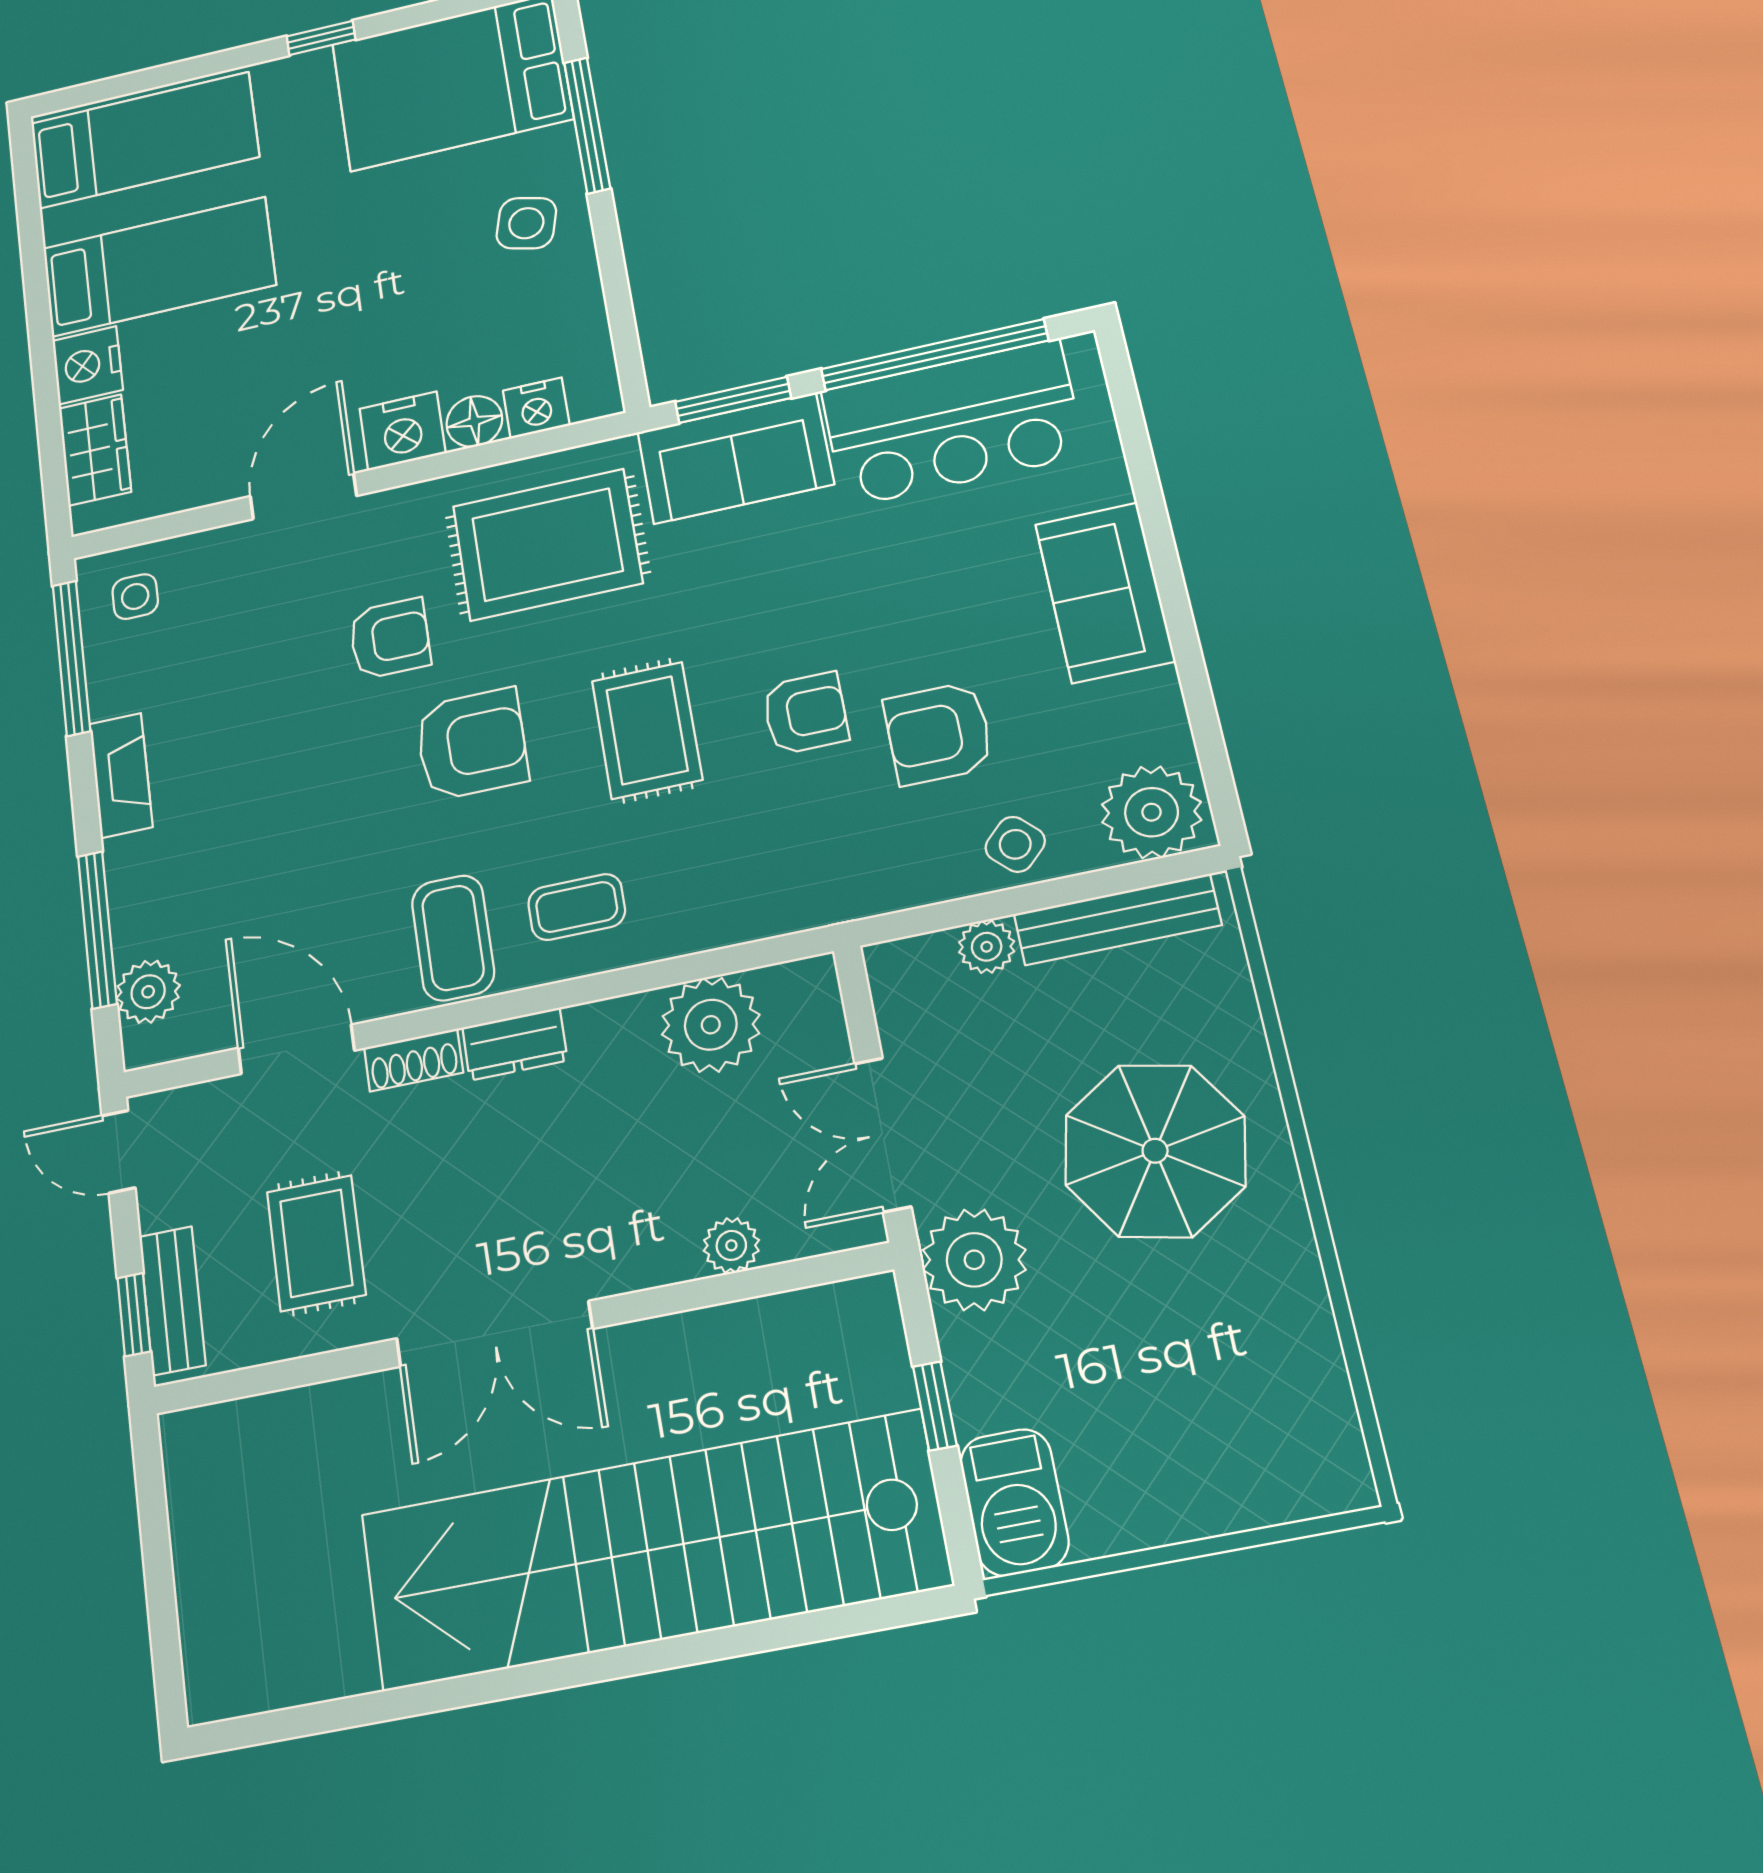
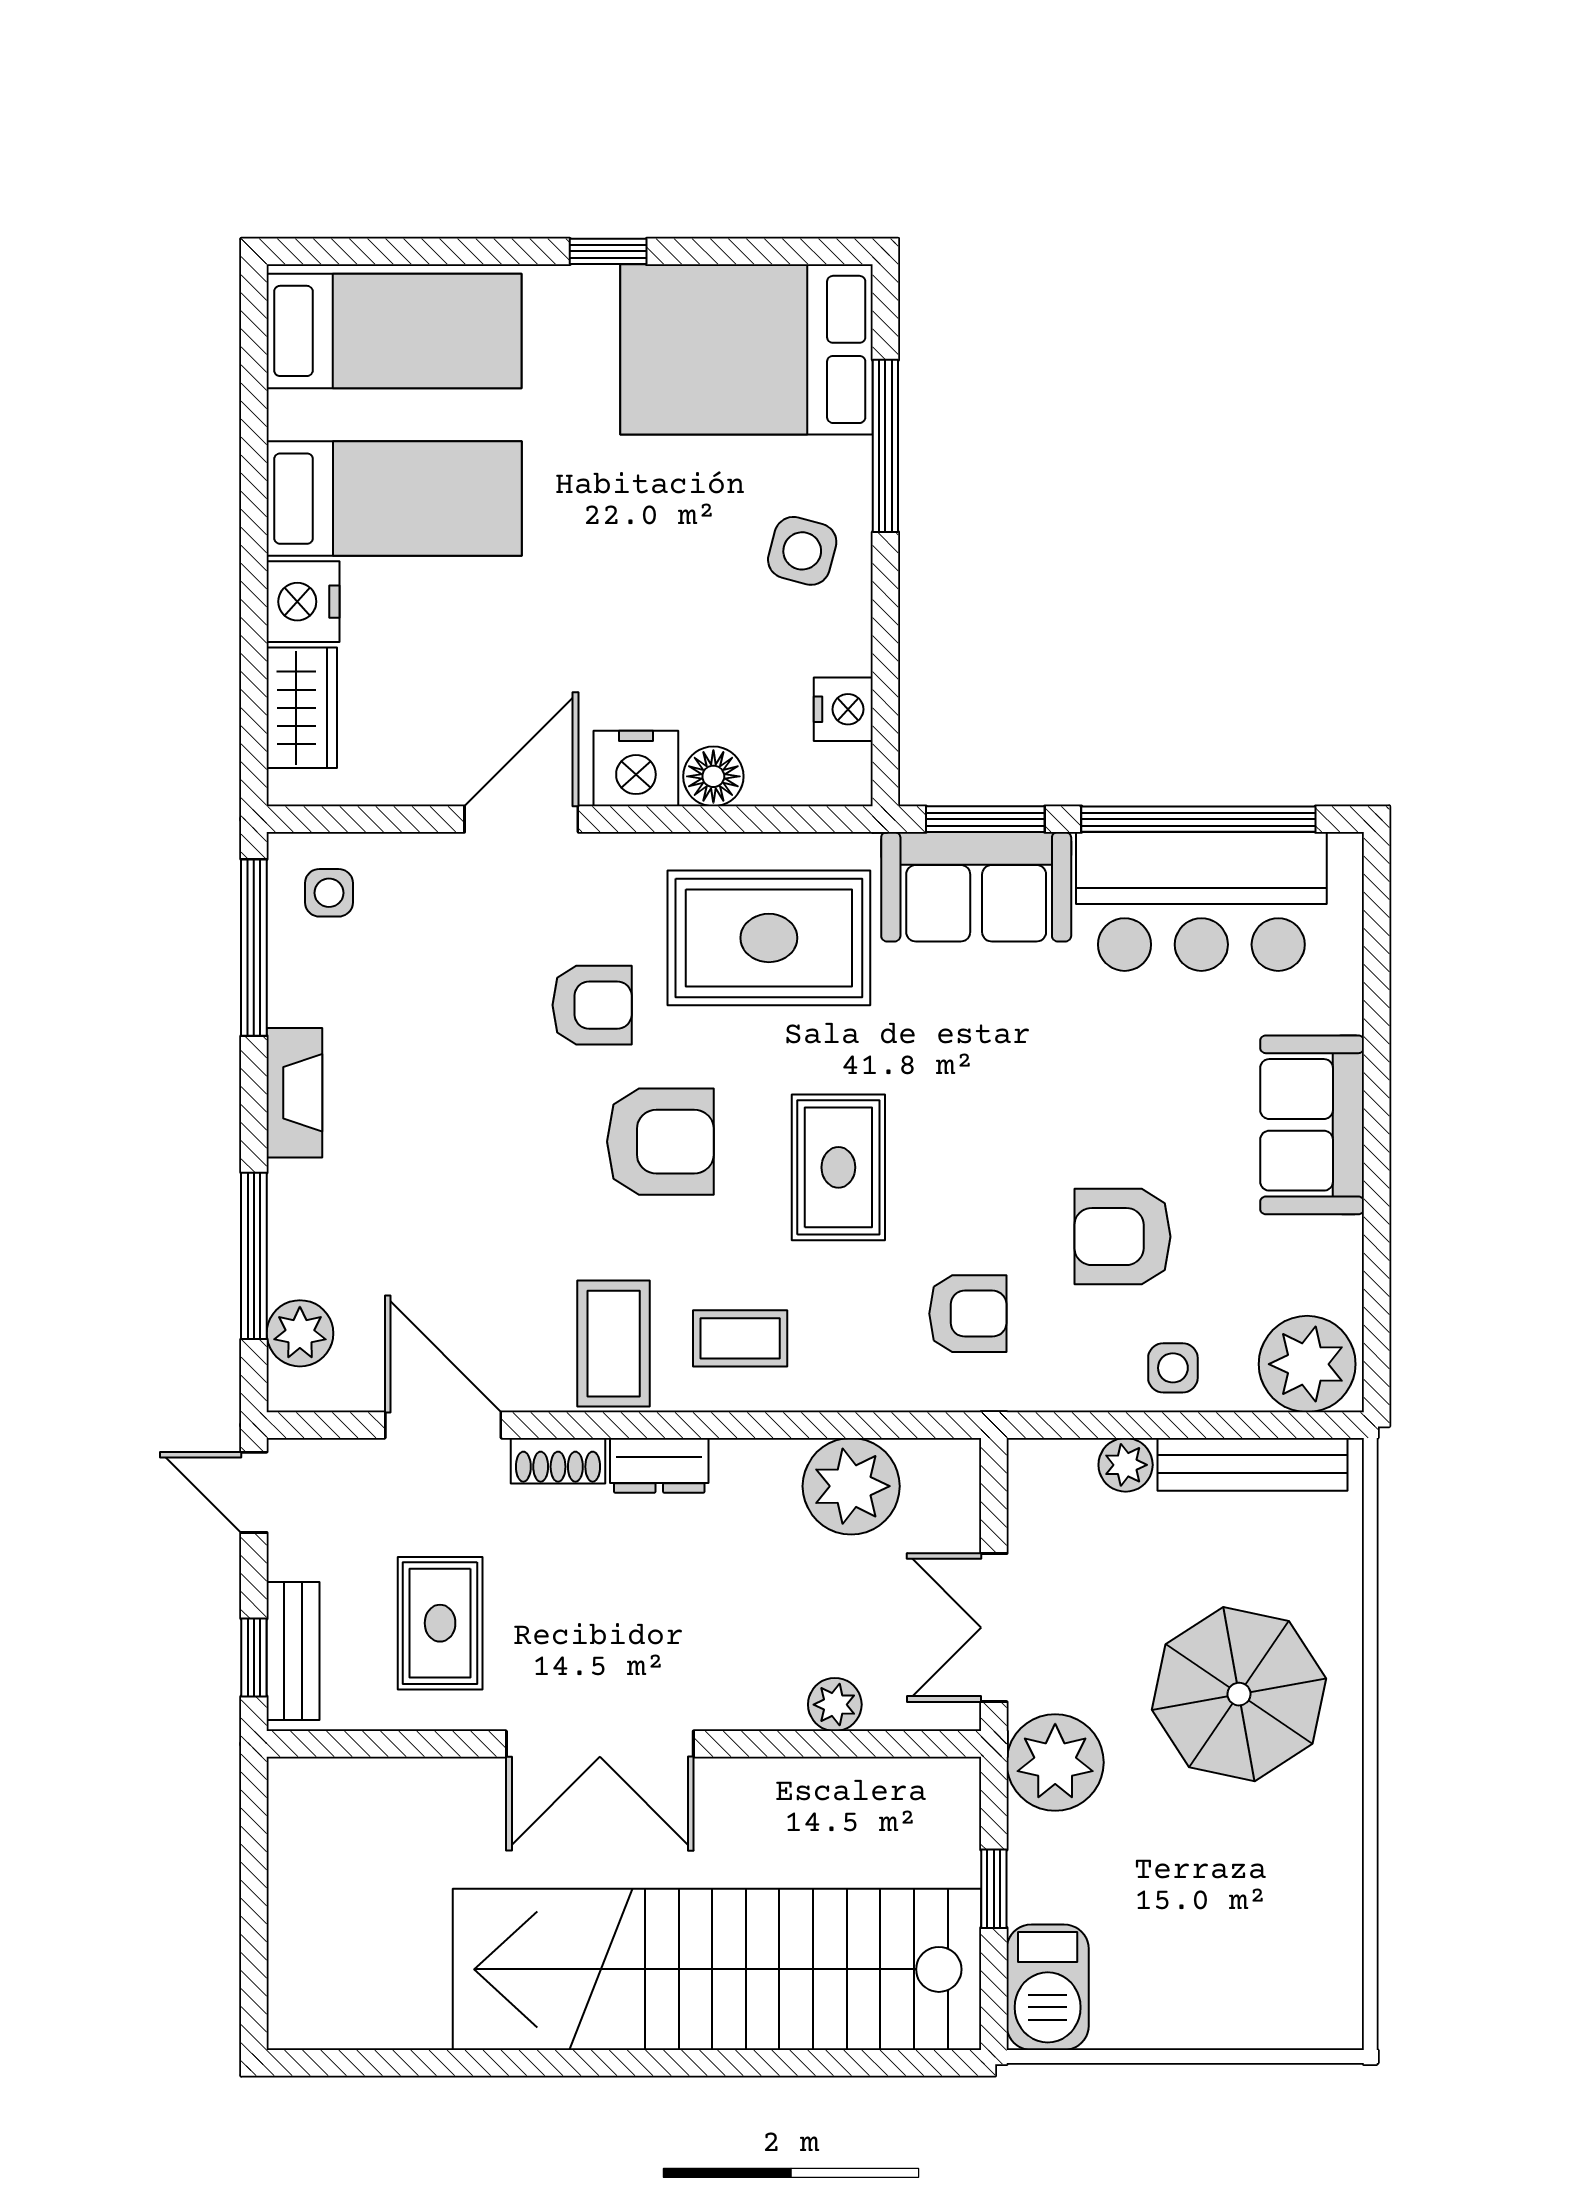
nightstand: (536, 408) -> (843, 709), moved, turned -90
armchair: (805, 713) -> (968, 1314), moved
side table: (1015, 844) -> (1173, 1368), turned 45

